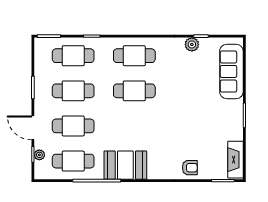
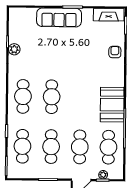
sofa: (231, 71) -> (59, 17), moved

